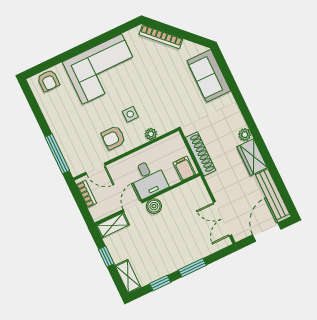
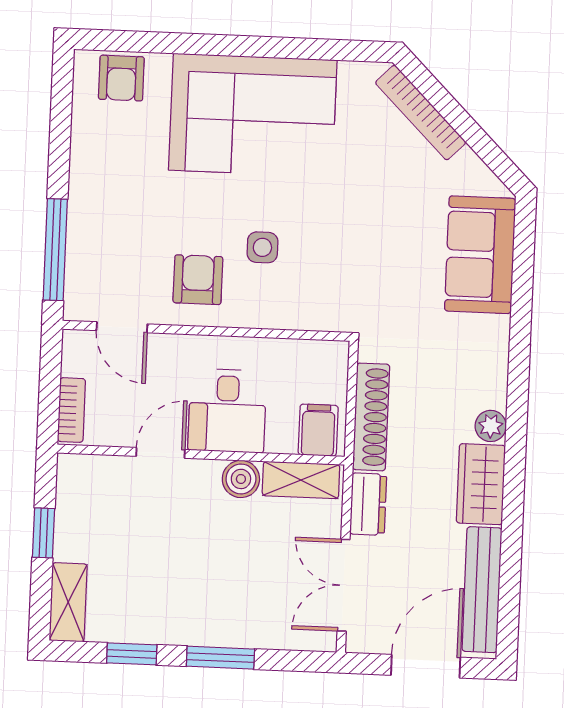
plant: (151, 134) -> (285, 315), removed
armchair: (113, 138) -> (198, 280), turned 90
dresser: (216, 185) -> (368, 504), added
bookcase: (86, 194) -> (71, 410), moved
boiler: (154, 206) -> (241, 479), moved
shelving: (113, 225) -> (301, 480), moved

